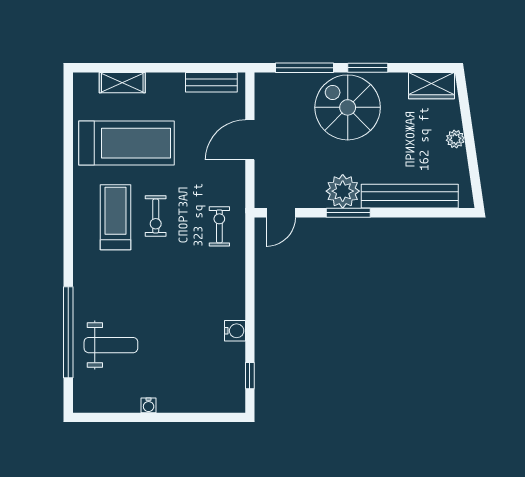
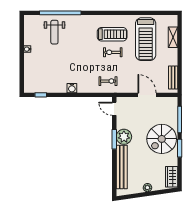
spiral stairs: (348, 107) -> (162, 139), turned 180
water cooler: (235, 331) -> (72, 88), moved

